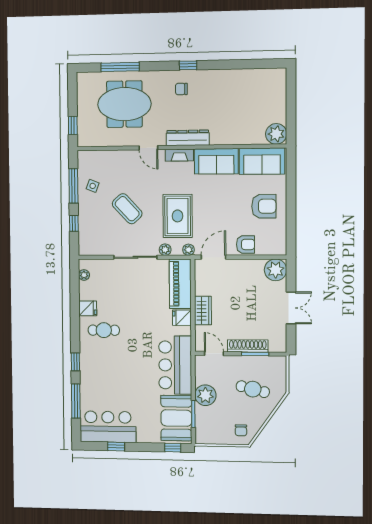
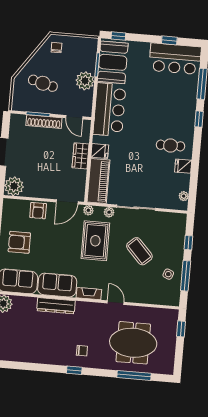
dresser: (188, 138) -> (56, 306), moved
armchair: (246, 244) -> (38, 211), turned -90

